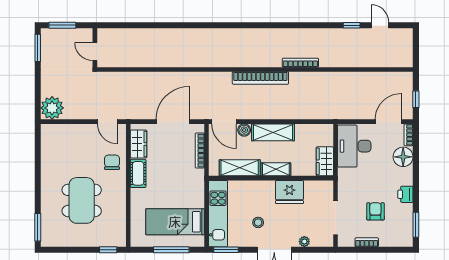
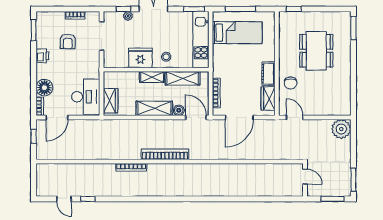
wardrobe: (325, 161) -> (111, 101), moved
stool: (258, 222) -> (166, 57), moved
window: (310, 250) -> (123, 9), added

